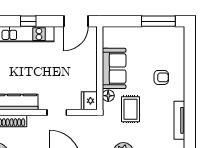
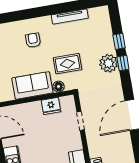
fridge: (89, 101) -> (51, 106), moved
doorway: (57, 113) -> (81, 121), moved

